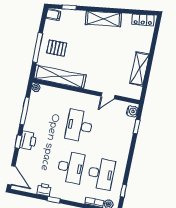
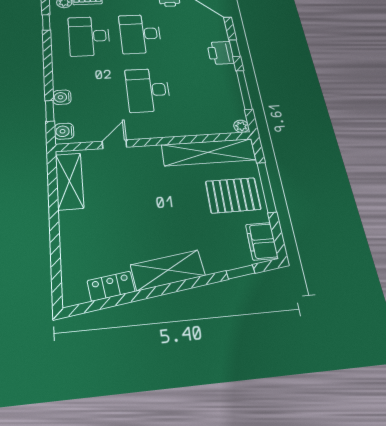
filing cabinet: (53, 15) -> (262, 241), width x2.00
locker: (143, 20) -> (111, 286), moved
pallet: (57, 48) -> (233, 195), width x1.50, depth x1.42
shelving: (139, 69) -> (69, 181), moved
desk: (79, 126) -> (148, 90), turned 180
water cooler: (128, 134) -> (62, 97), added

